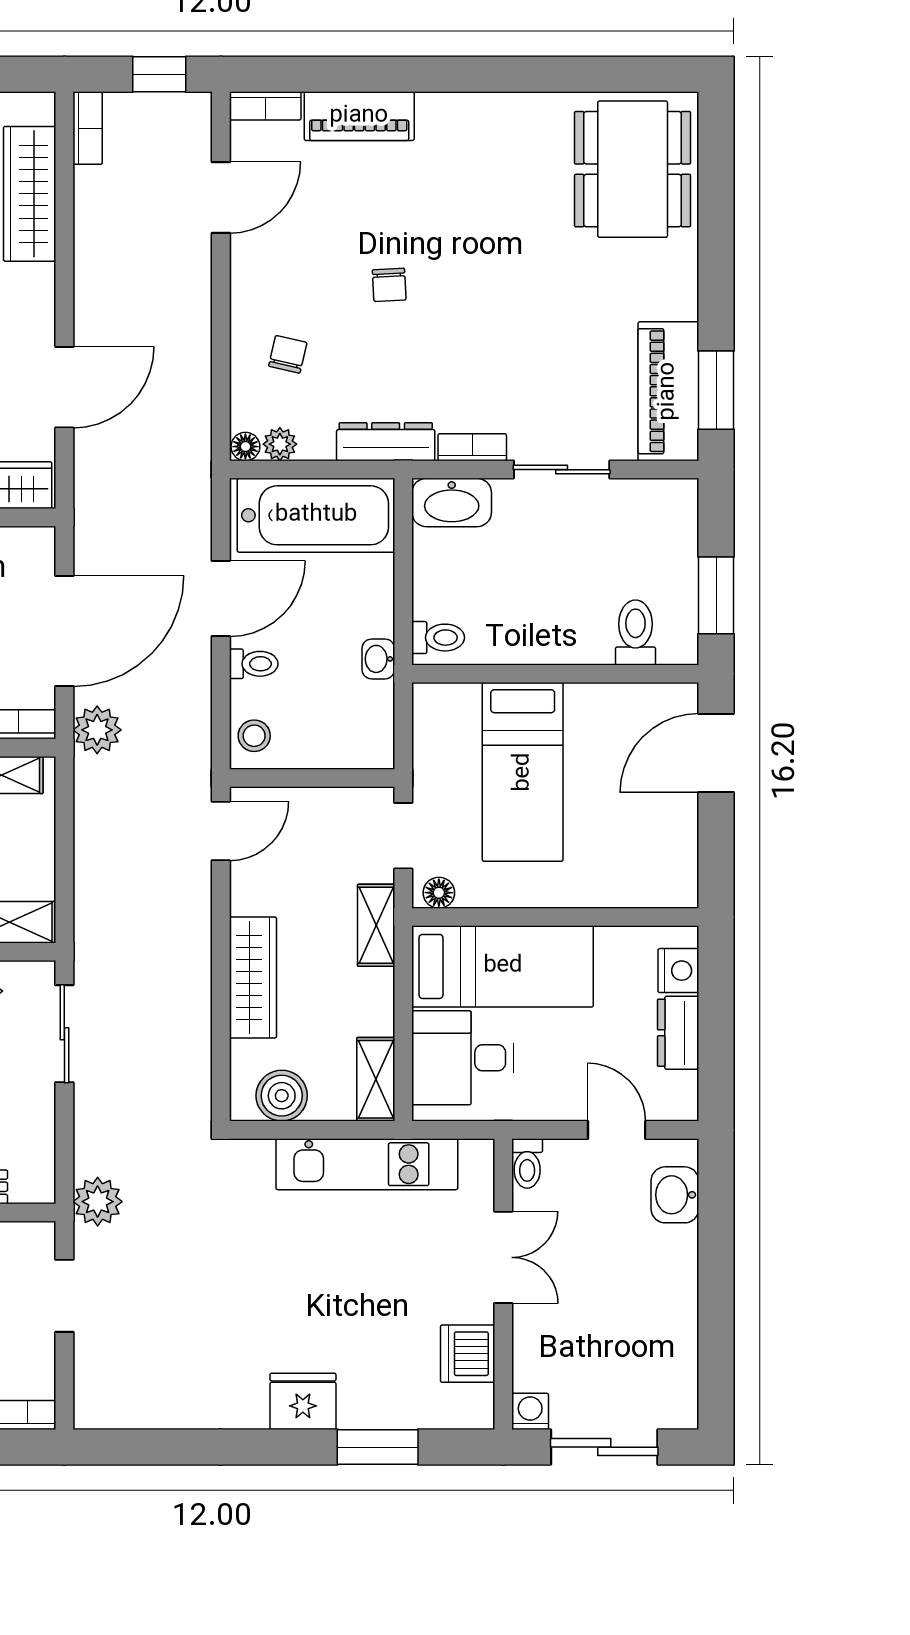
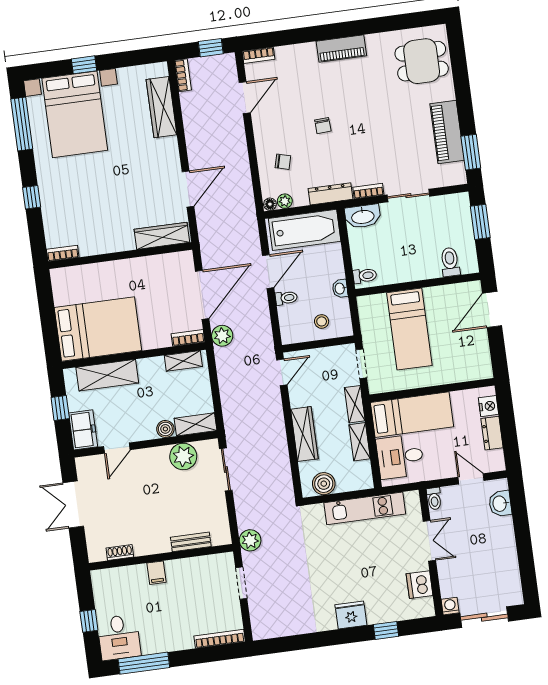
piano: (359, 116) -> (341, 49), moved
dining table: (633, 169) -> (422, 61), width x0.73
chair: (288, 354) -> (283, 162), turned 92
piano: (668, 391) -> (447, 132), moved
window: (716, 595) -> (480, 222), moved
stool: (254, 736) -> (322, 321), moved
floor lamp: (439, 893) -> (380, 386), removed
shelving: (376, 1079) -> (360, 442), moved
window: (378, 1447) -> (386, 630), width x0.67

